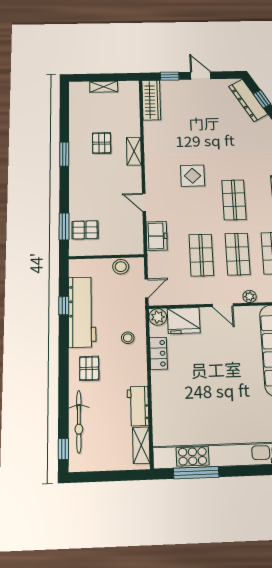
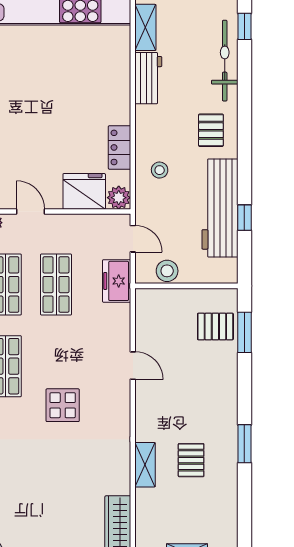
shelving: (134, 151) -> (145, 465), moved
freezer: (157, 236) -> (117, 281), moved
door: (146, 288) -> (133, 239), swing flipped

